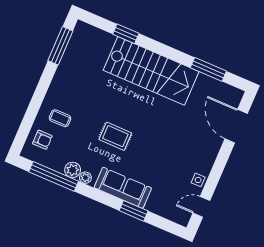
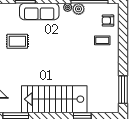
rug: (115, 136) -> (17, 41), moved

